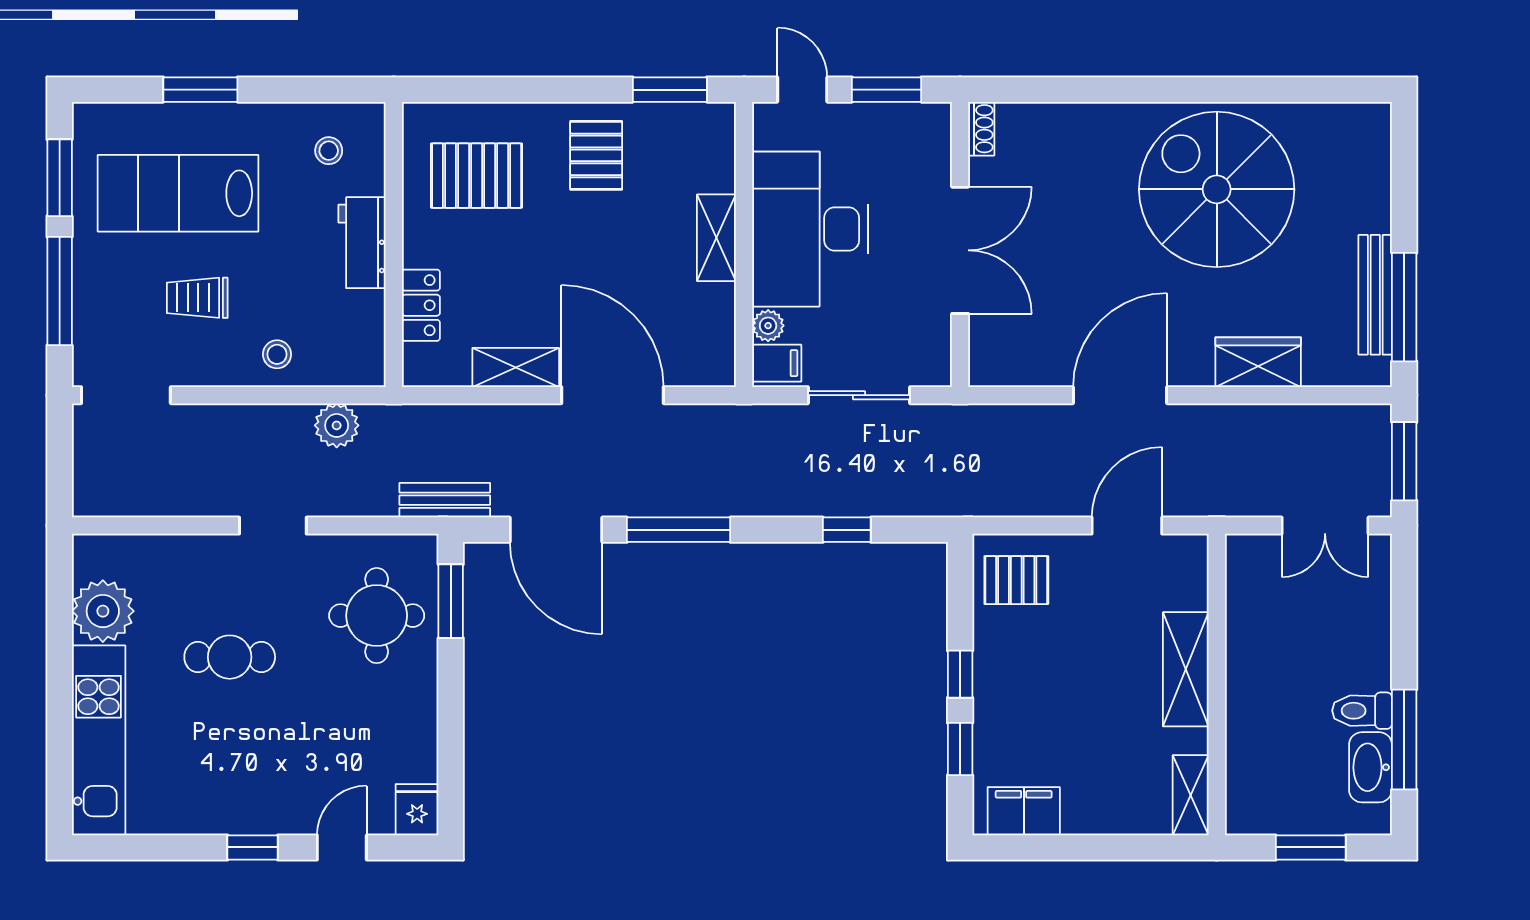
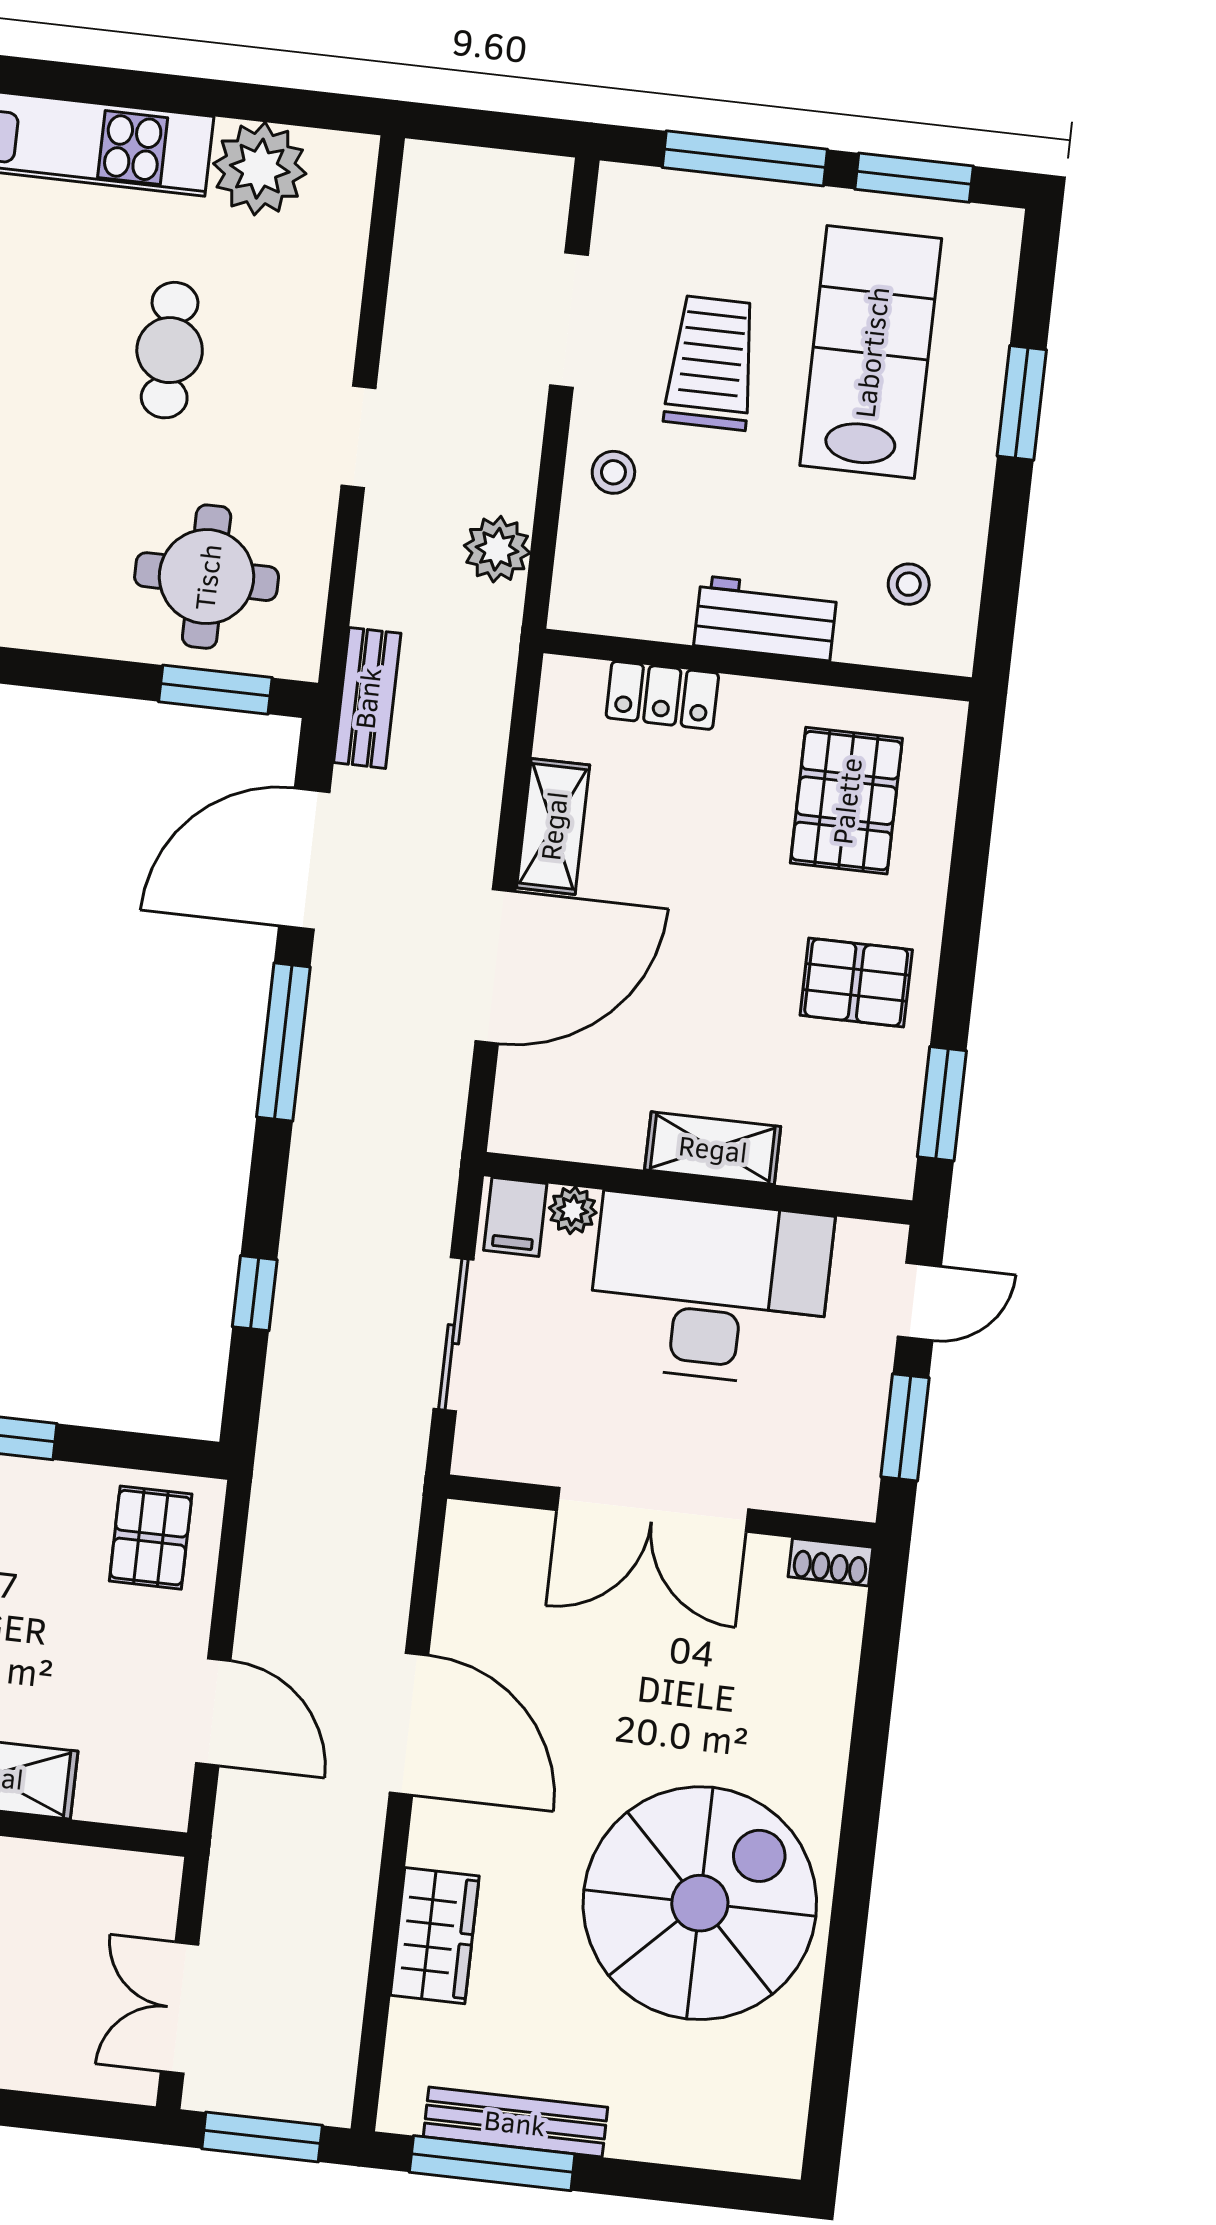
trolley: (197, 298) -> (711, 363), width x1.36, depth x1.39
doorway: (126, 395) -> (569, 320), moved

